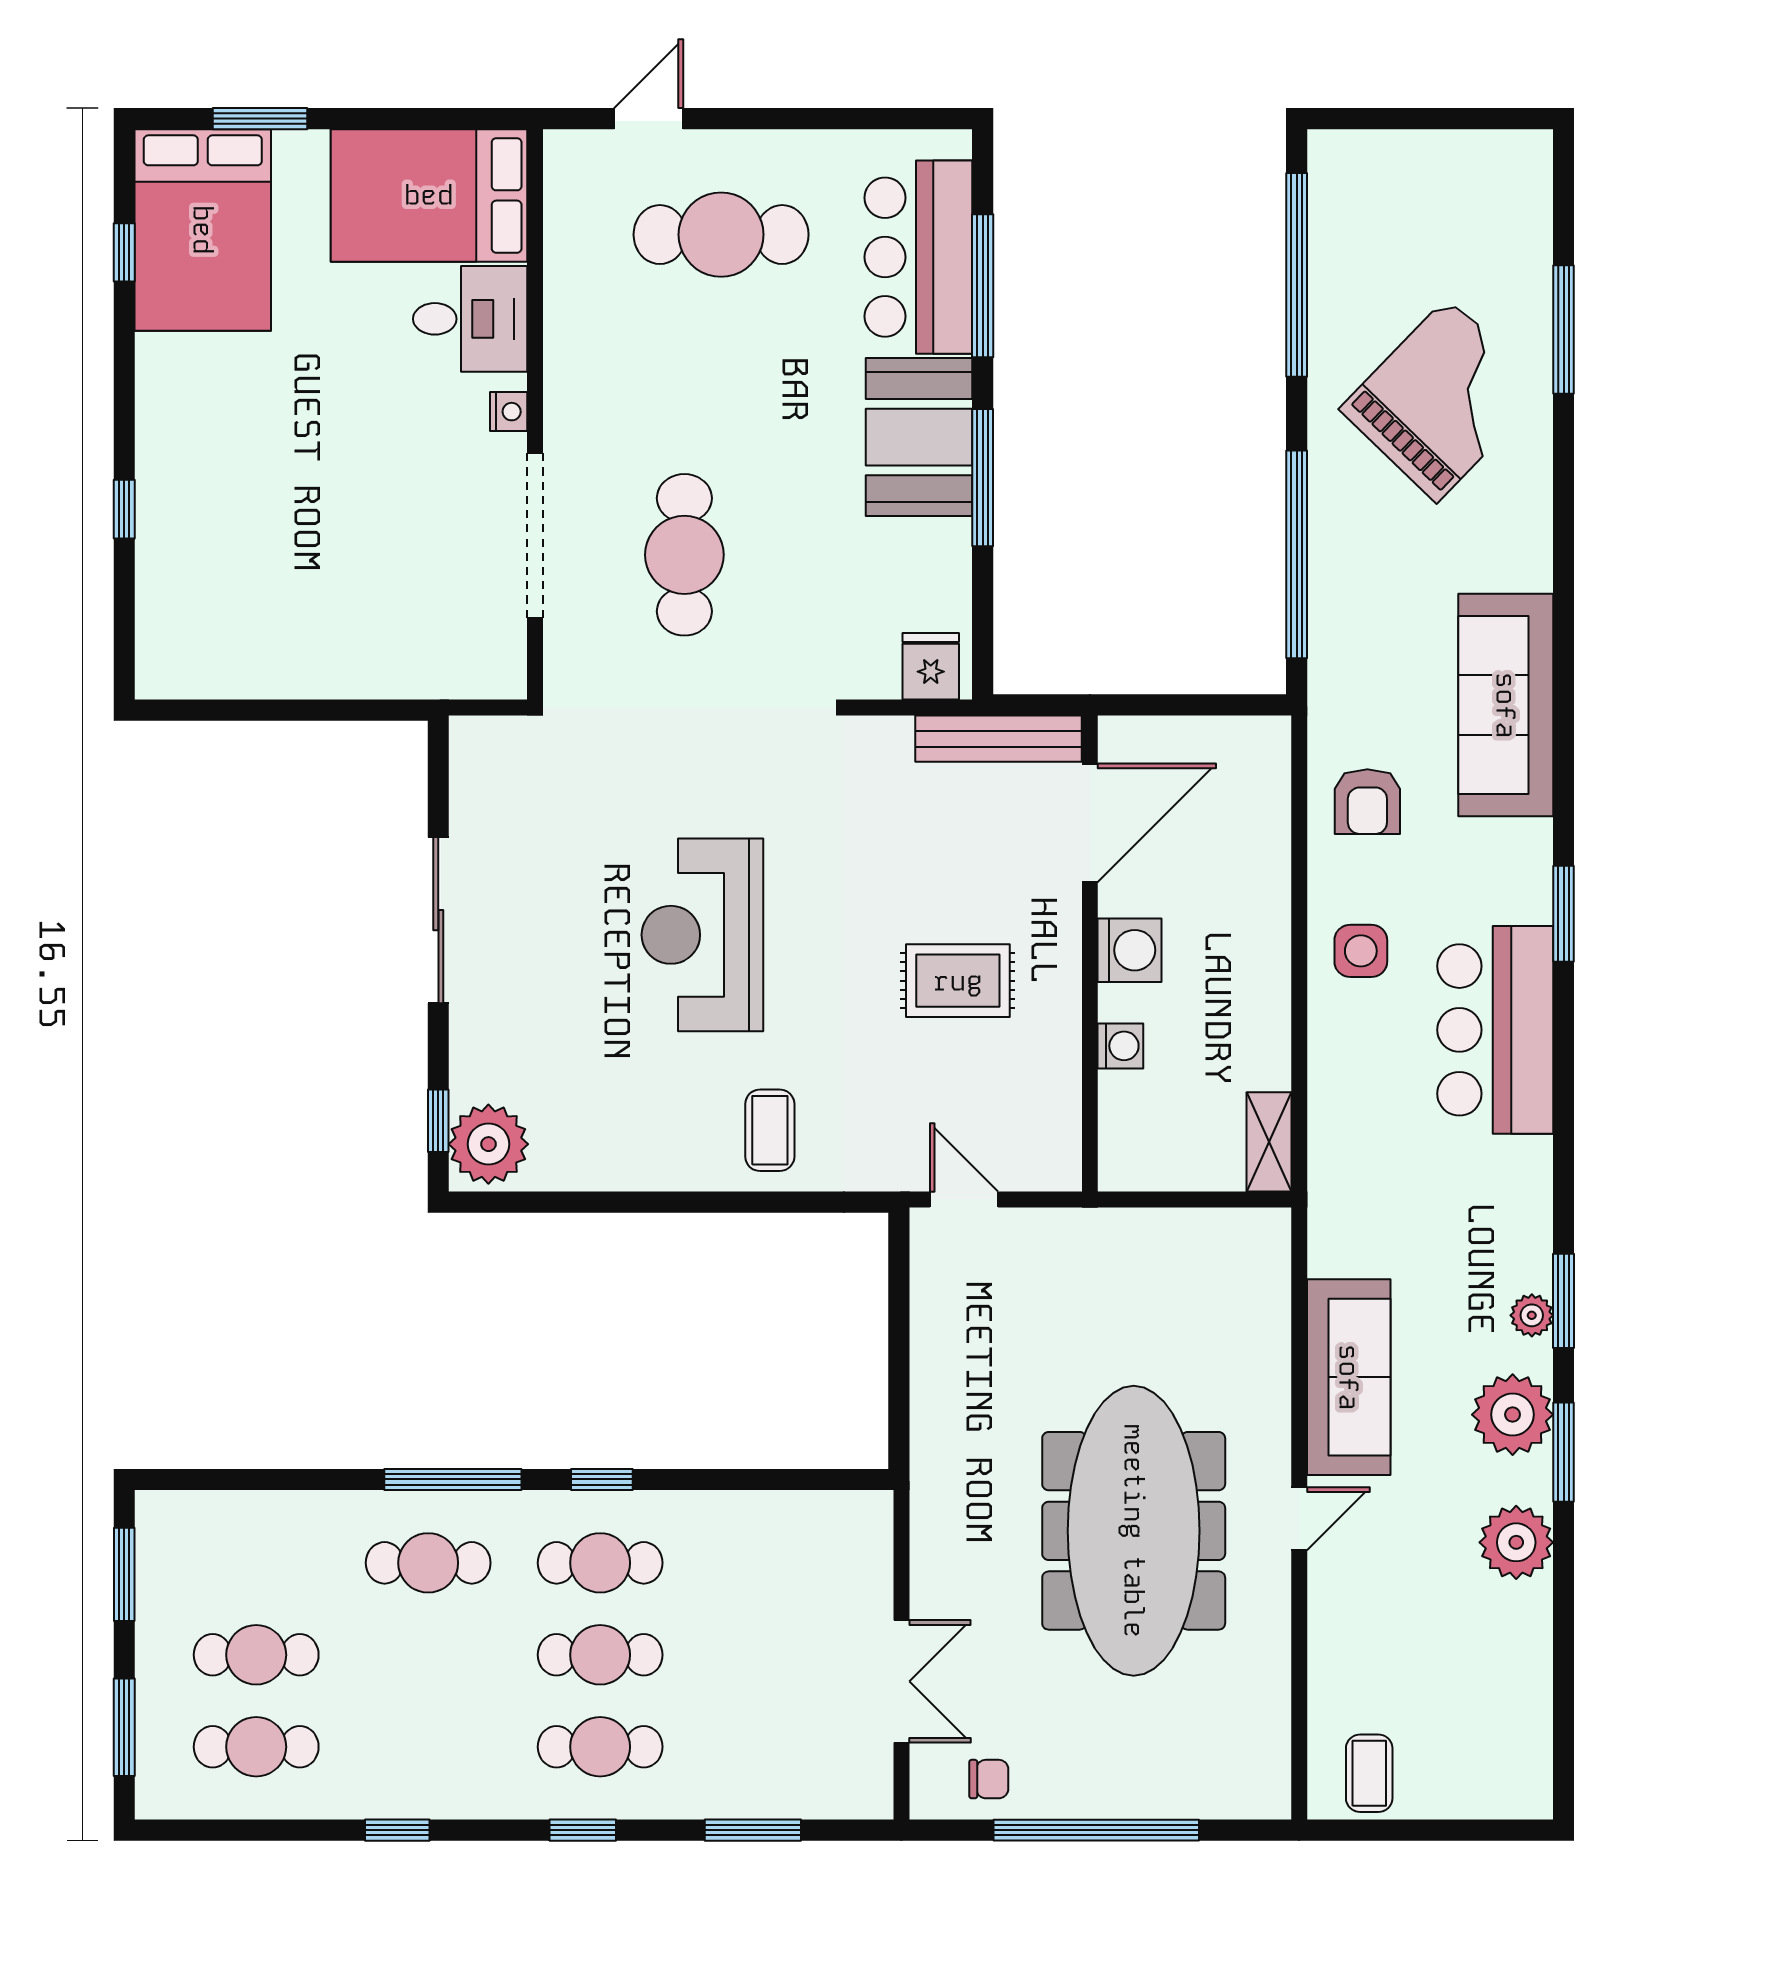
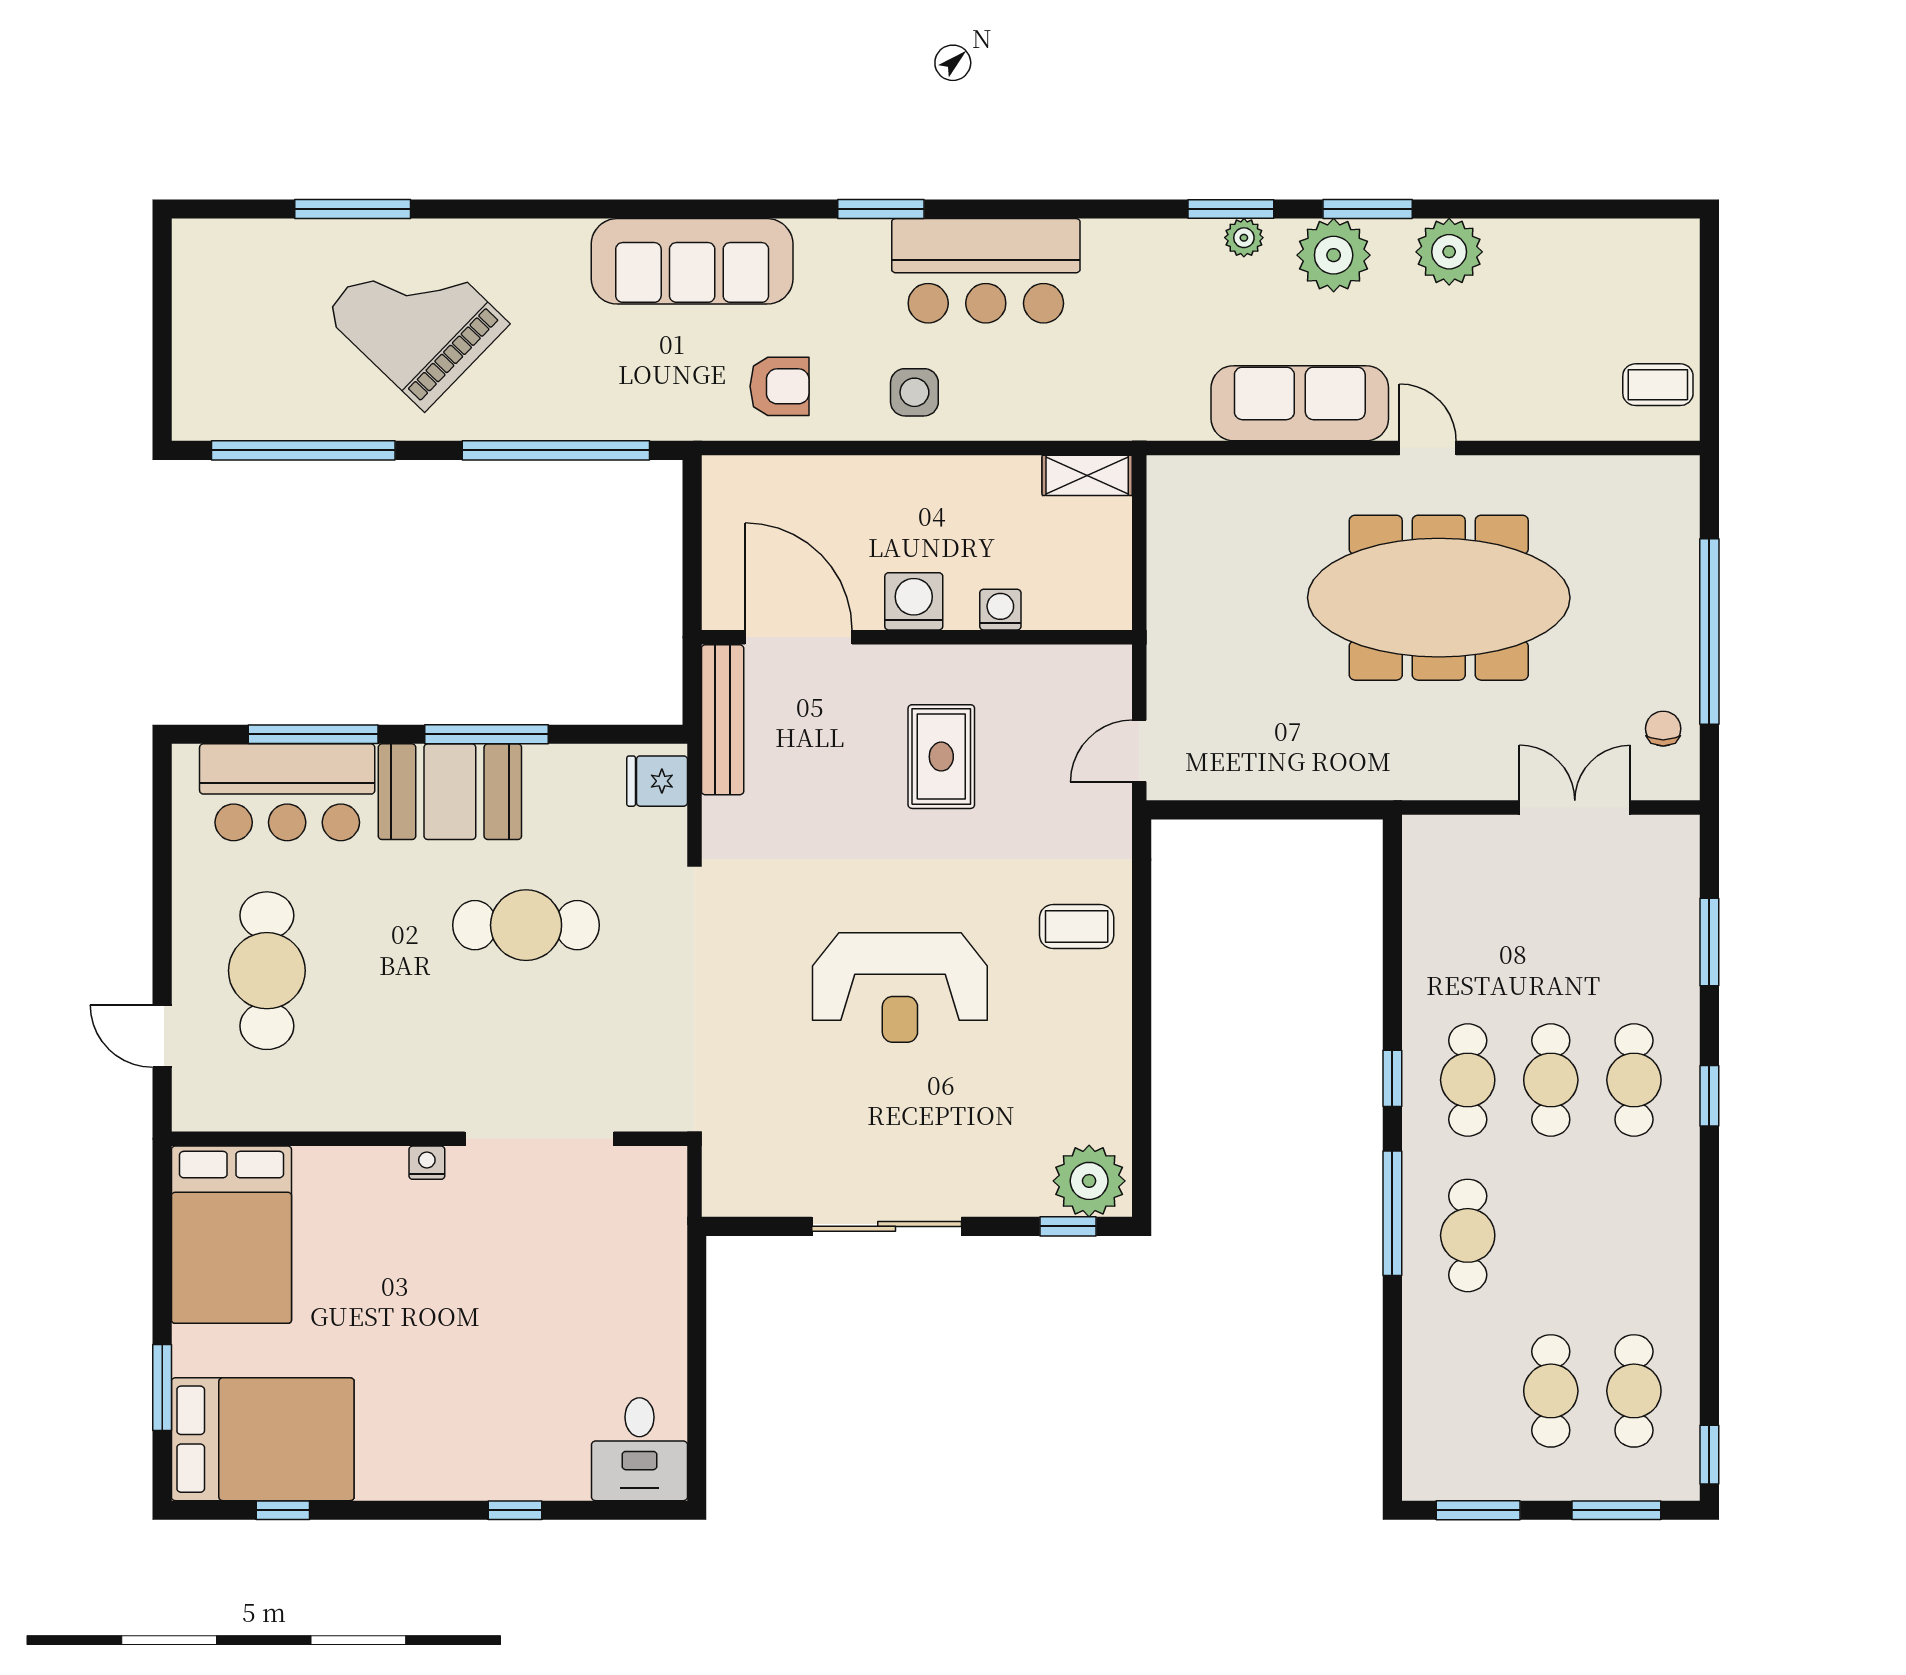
desk: (470, 319) -> (639, 1449), moved, turned 180
cafe table: (684, 555) -> (526, 925), moved
window: (397, 1830) -> (1709, 1455), moved

